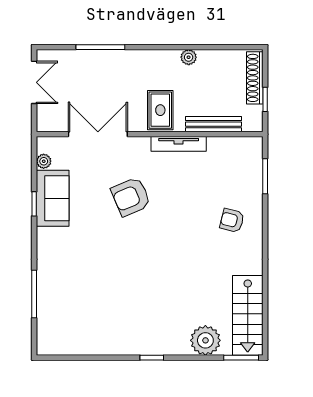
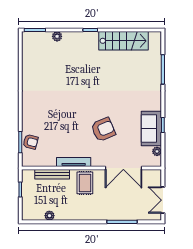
plant: (189, 57) -> (49, 216), moved
shoe rack: (255, 78) -> (27, 203), removed
armchair: (232, 220) -> (31, 142), moved
stairs: (248, 315) -> (123, 41), moved, turned 90
plant: (205, 340) -> (57, 36), width x0.53, depth x0.53

